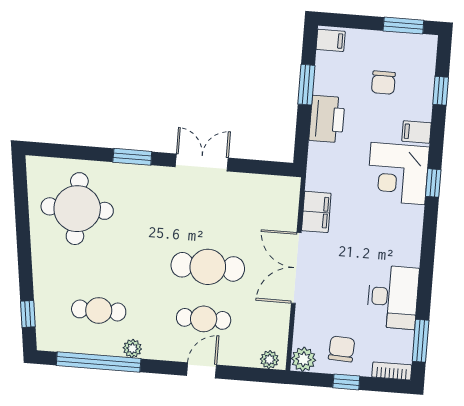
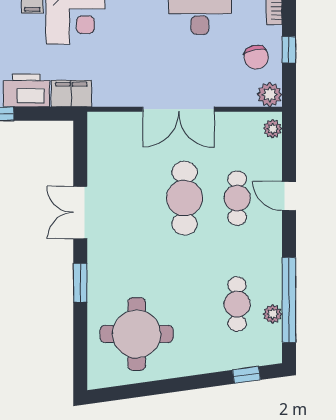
filing cabinet: (316, 212) -> (71, 94), moved
plant: (132, 348) -> (273, 314), moved
chair: (342, 349) -> (256, 57), turned -105

